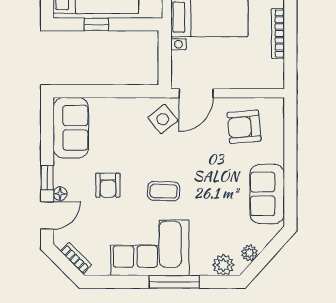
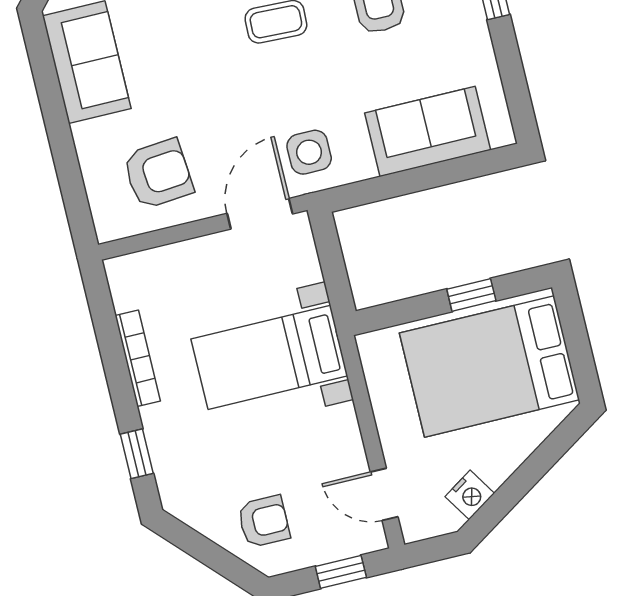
side table: (163, 119) -> (309, 152), turned 38
sofa: (71, 128) -> (428, 131), moved, turned 90

